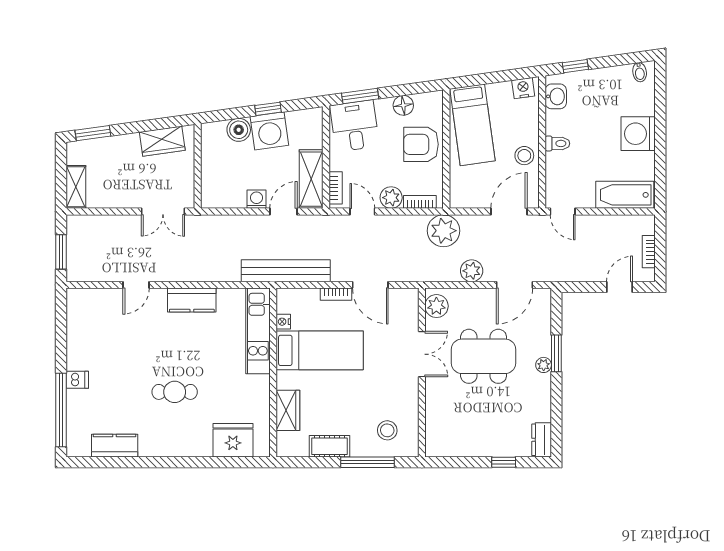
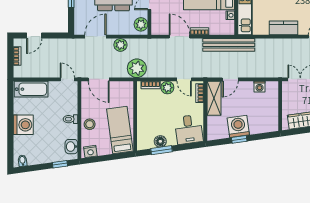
window: (360, 96) -> (162, 150), moved
boiler: (239, 130) -> (256, 127), removed
armchair: (421, 144) -> (150, 119), removed
stool: (524, 156) -> (90, 124), moved
washing machine: (257, 199) -> (260, 87), moved
door: (509, 212) -> (99, 79), hinge flipped

